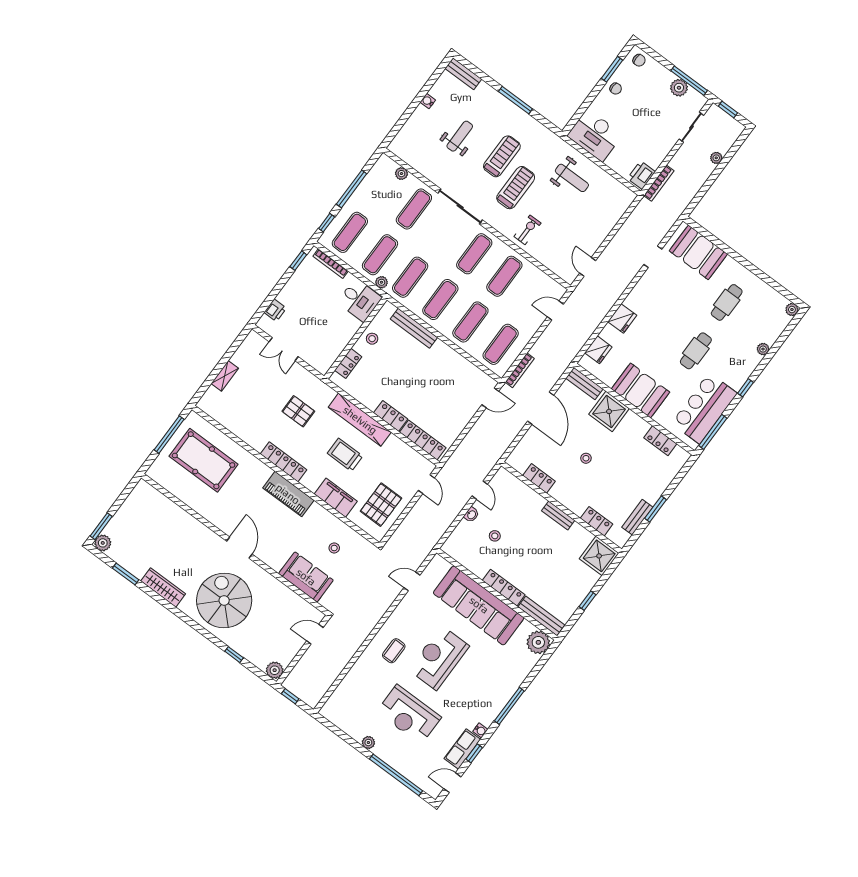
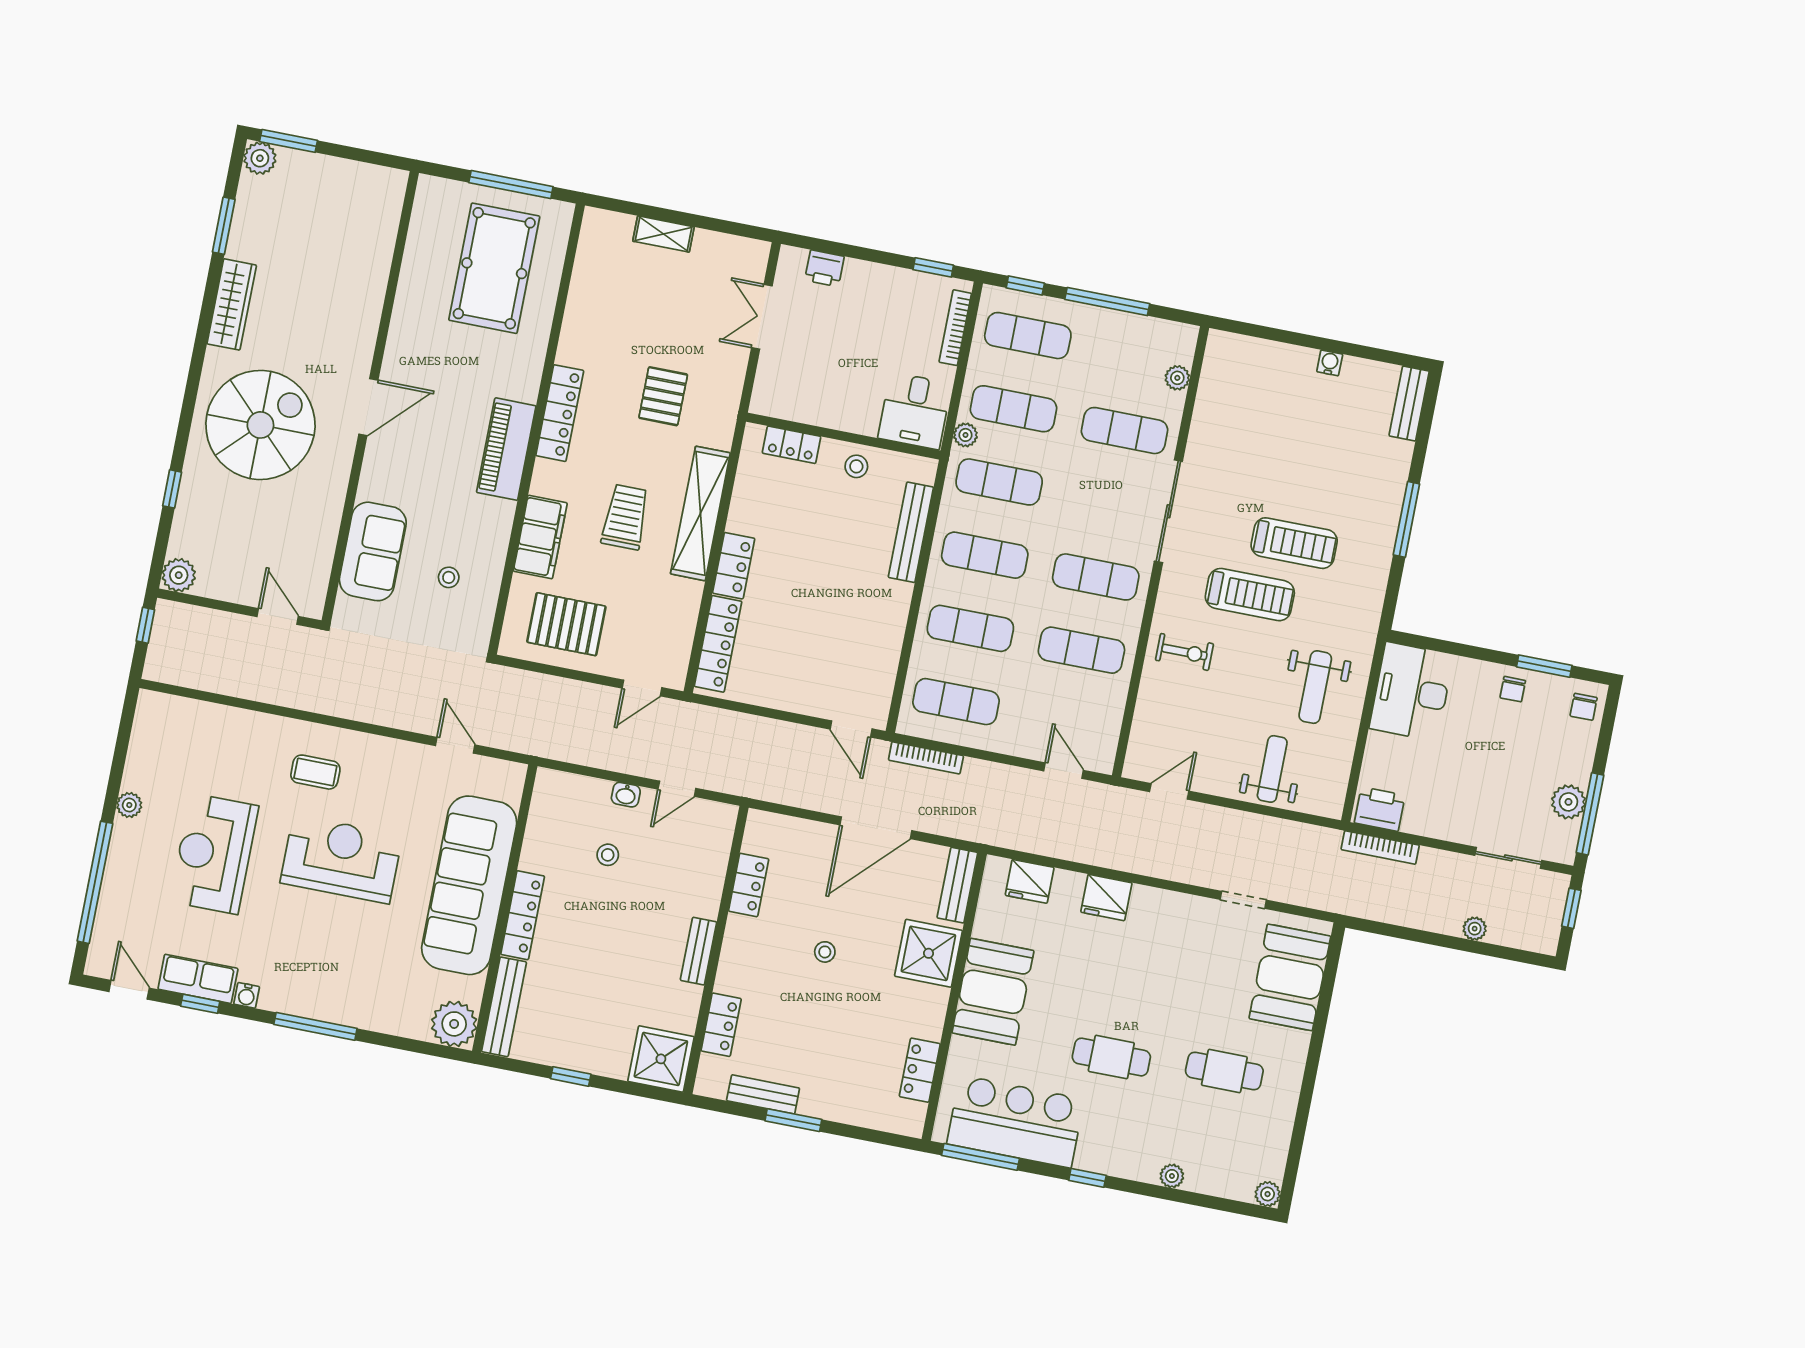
weight bench: (460, 136) -> (1272, 769), moved, turned -90

